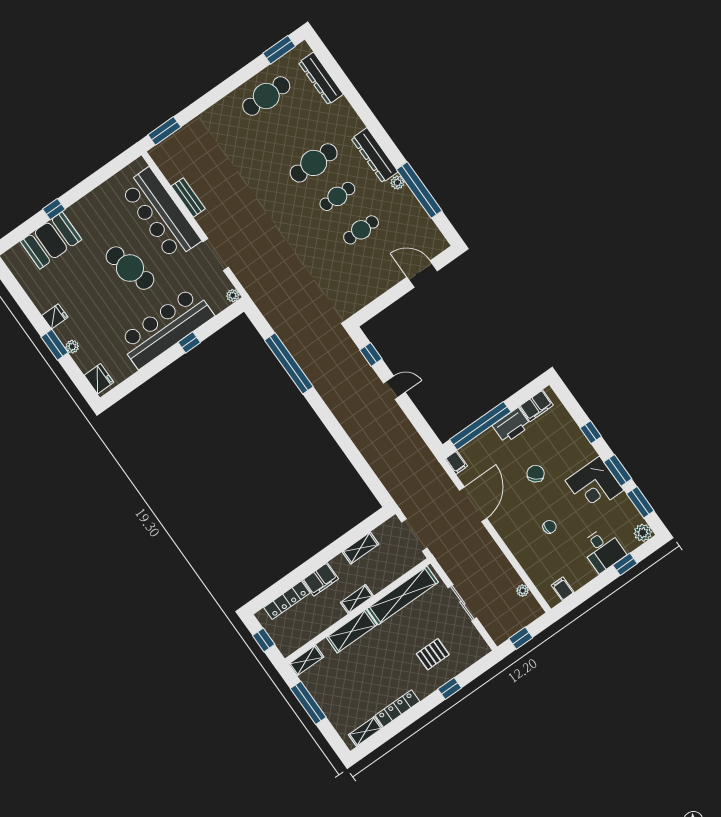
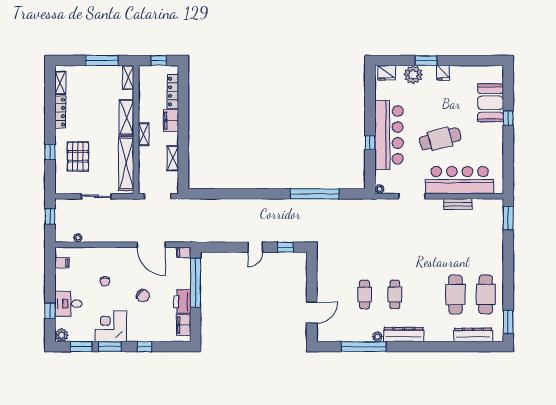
cafe table: (314, 163) -> (455, 294), moved
plant: (72, 347) -> (413, 75), width x1.87, depth x1.87
pallet: (433, 654) -> (78, 156), width x1.50, depth x1.42

